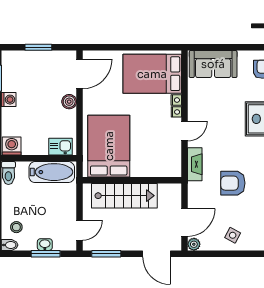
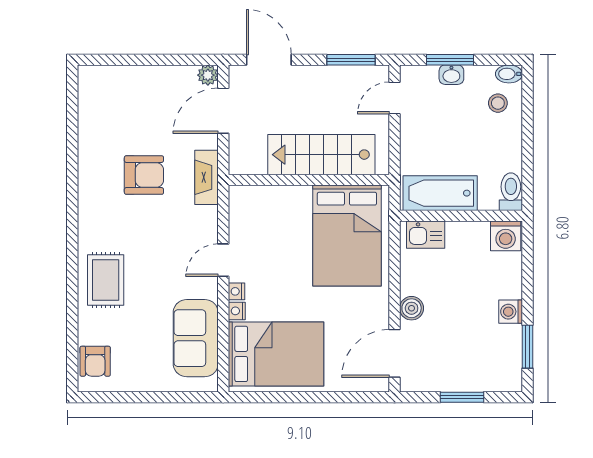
sofa: (213, 64) -> (196, 338), moved, turned -90
fireplace: (195, 164) -> (206, 177), moved
side table: (233, 235) -> (144, 90), removed

